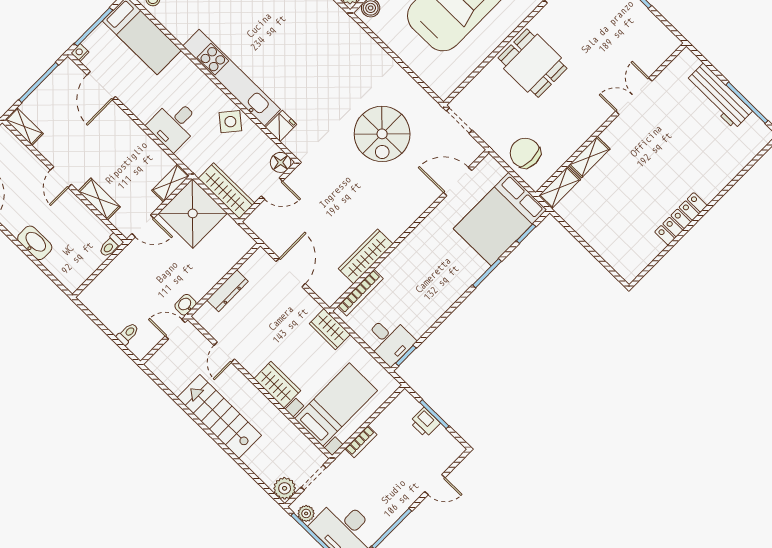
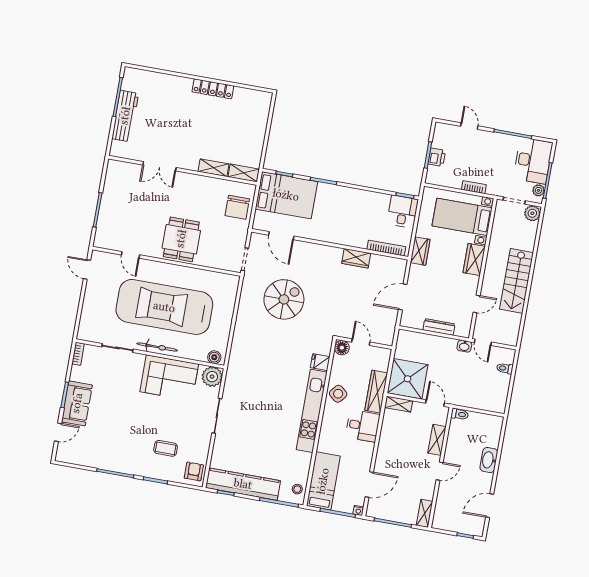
wardrobe: (226, 191) -> (376, 392), moved
wardrobe: (366, 256) -> (356, 258), width x0.67

